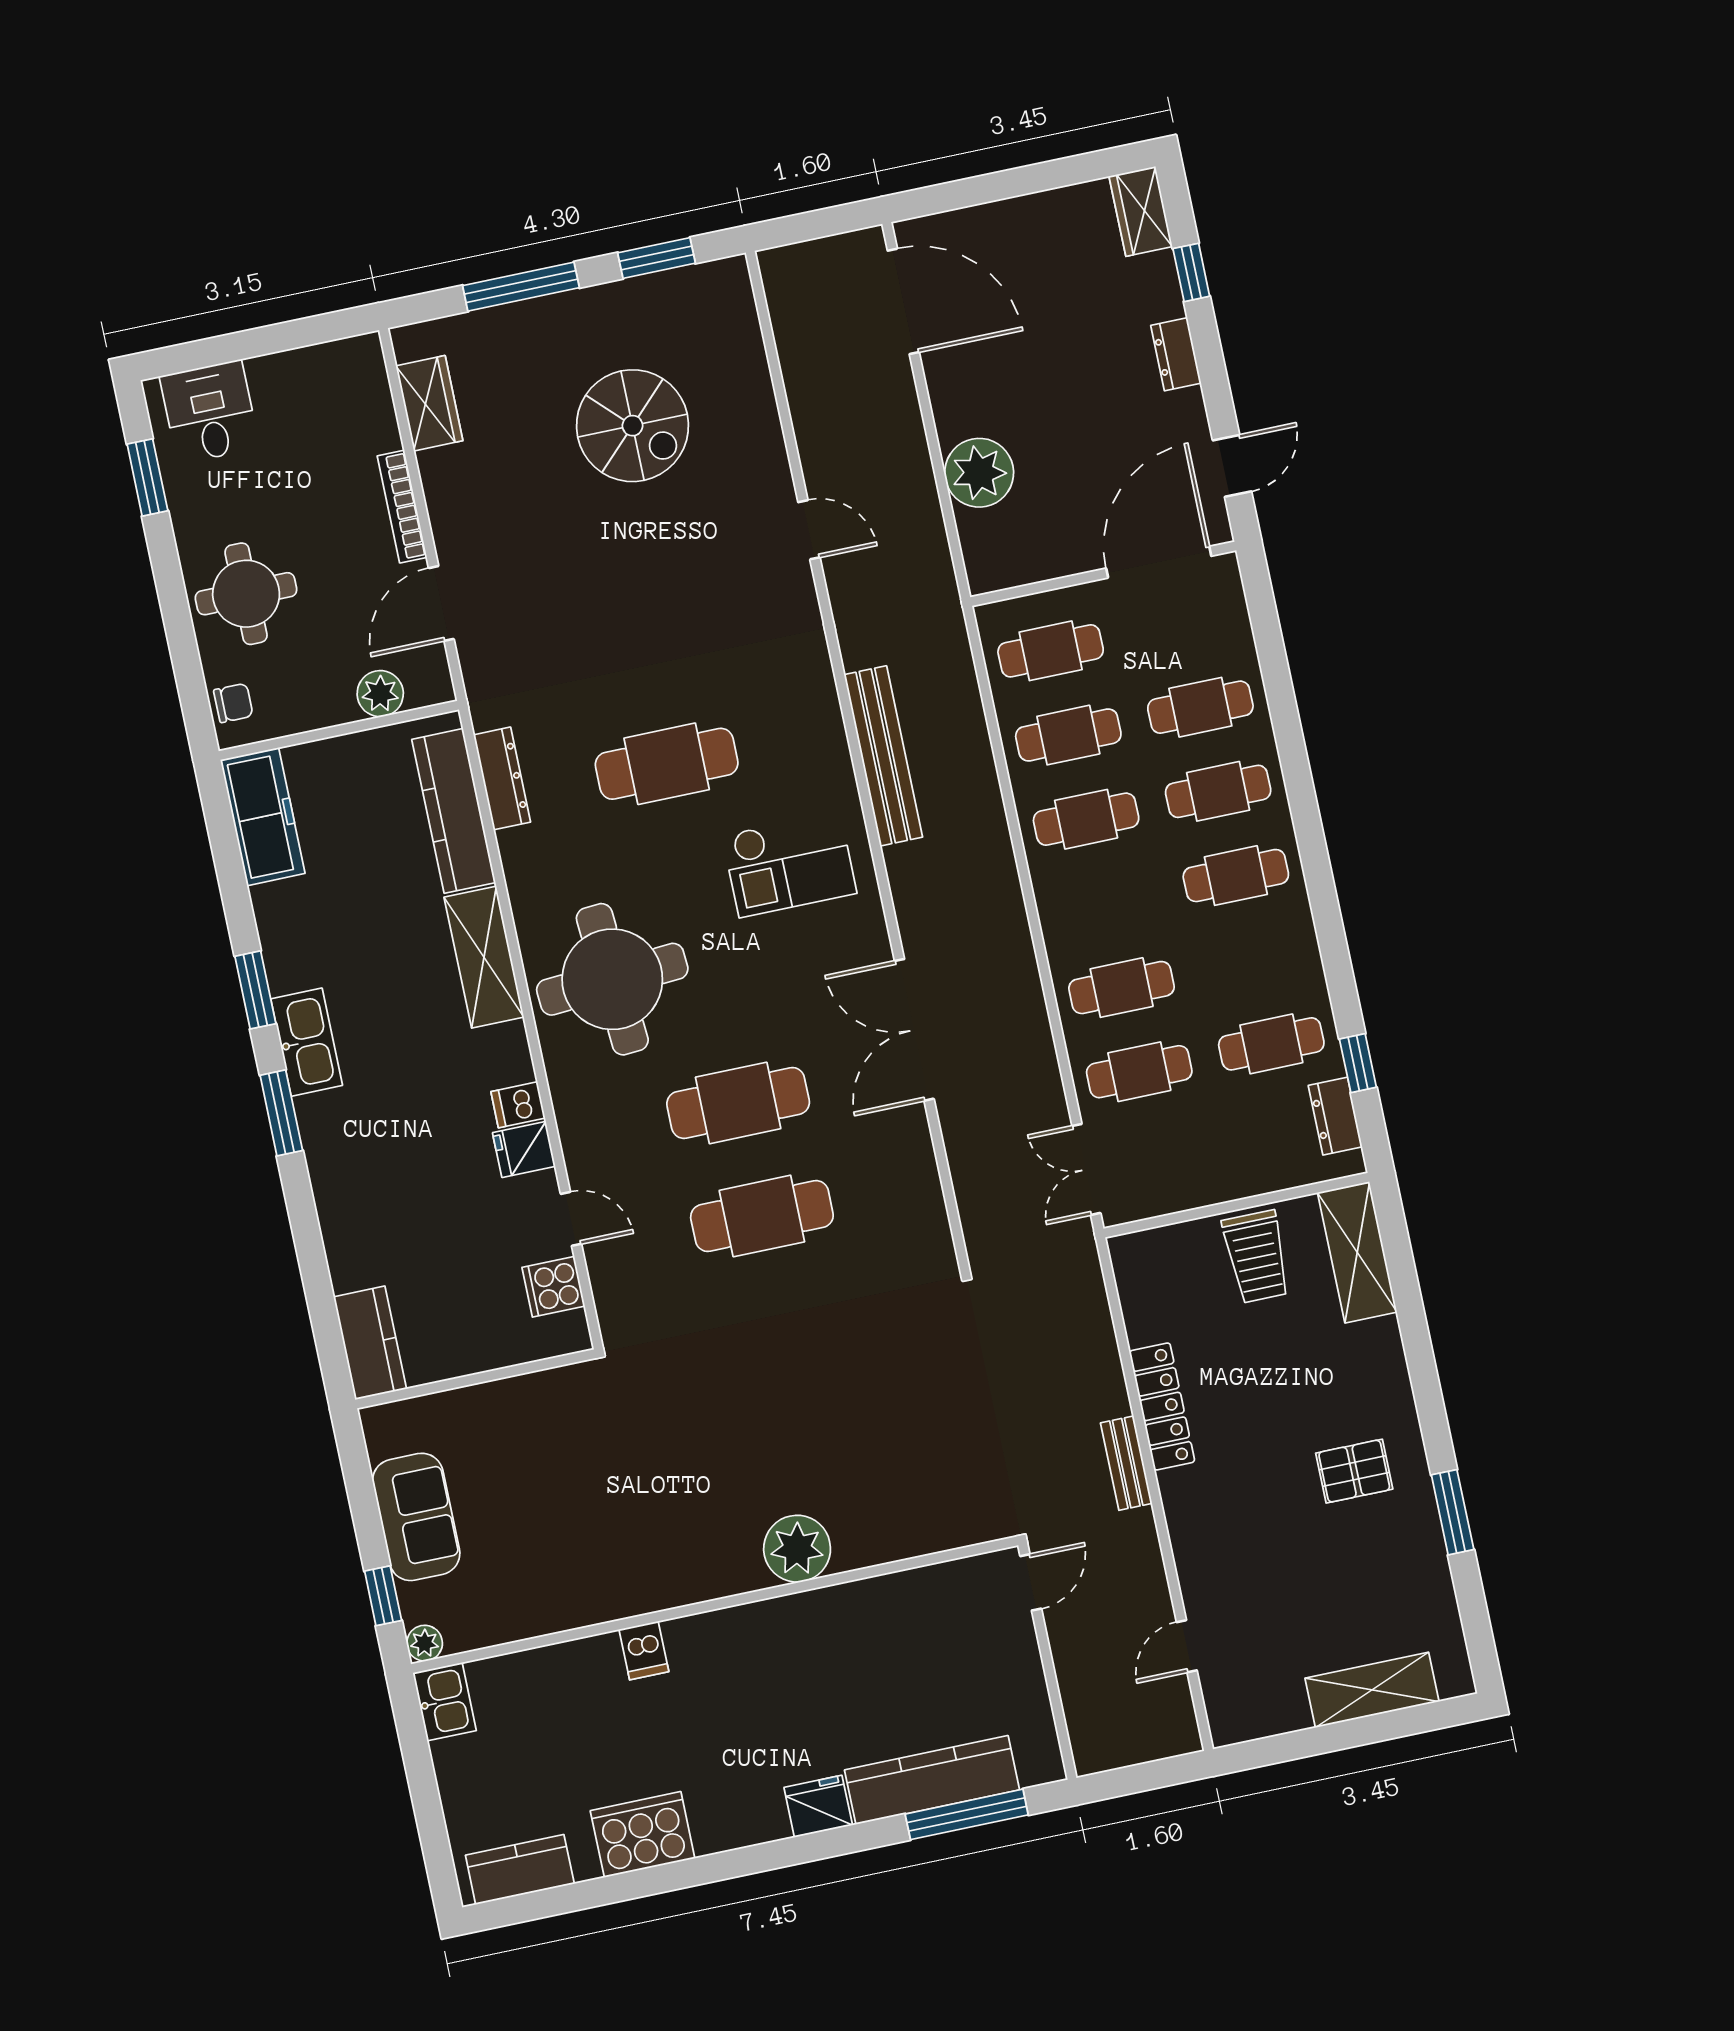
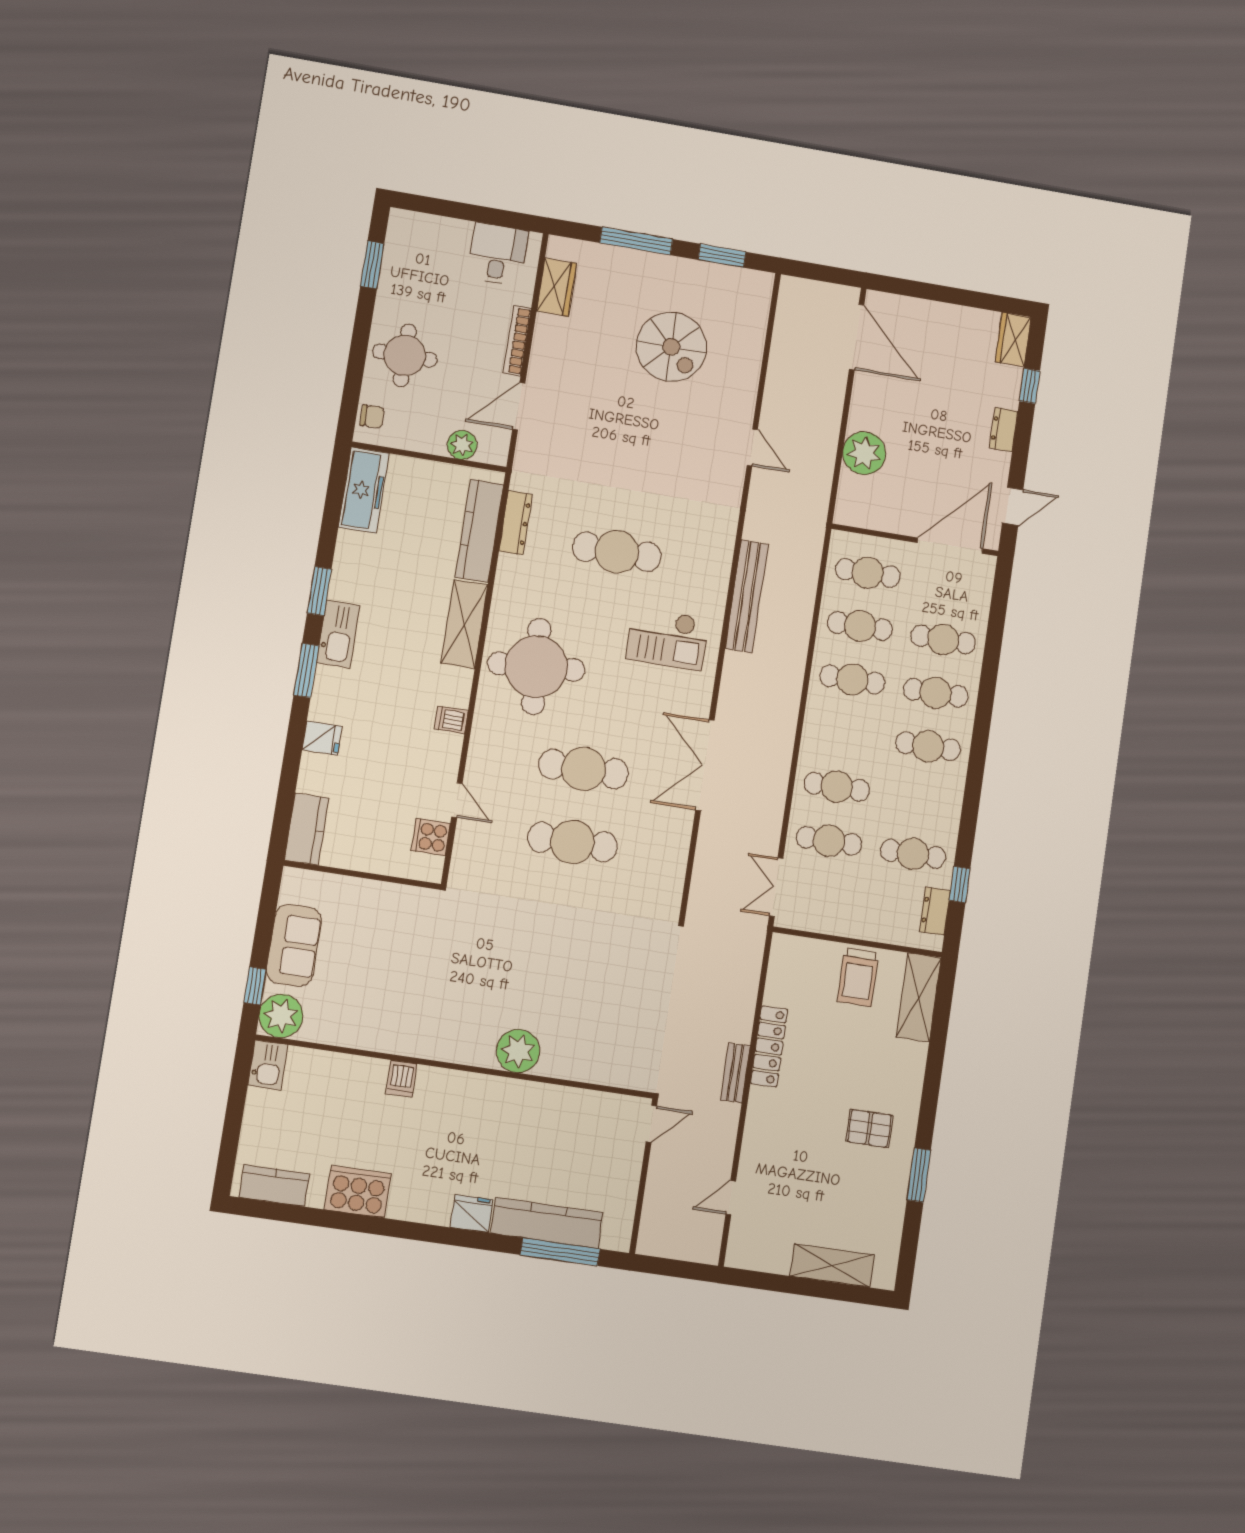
desk: (210, 412) -> (498, 254), moved
fridge: (524, 1150) -> (322, 738), moved, turned 180
plant: (425, 1643) -> (281, 1016), width x1.88, depth x1.88

